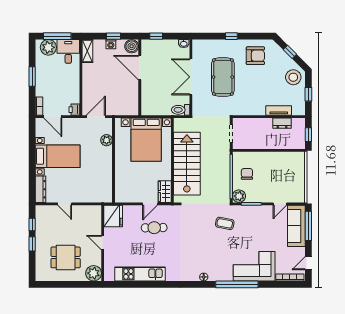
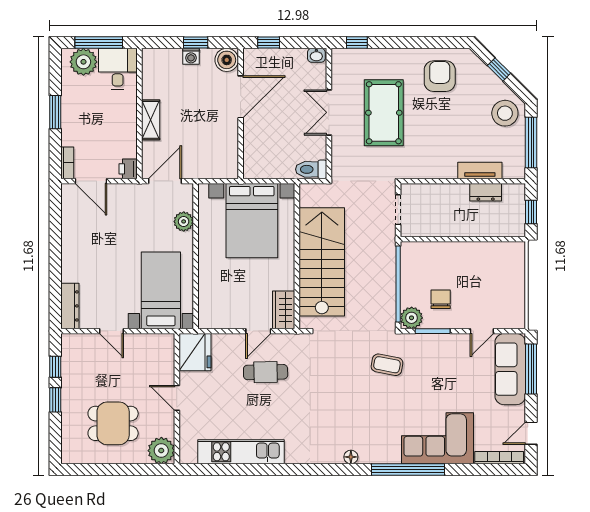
window: (231, 36) -> (357, 43), moved
shelving: (87, 51) -> (151, 120), moved
armchair: (255, 56) -> (440, 76), turned -90
door: (140, 68) -> (241, 97), swing flipped
double door: (191, 77) -> (329, 112), width x0.73
window: (308, 94) -> (531, 142), width x2.17
bed with nightstands: (58, 156) -> (161, 290), moved, turned -90
chair: (247, 174) -> (441, 299), moved

